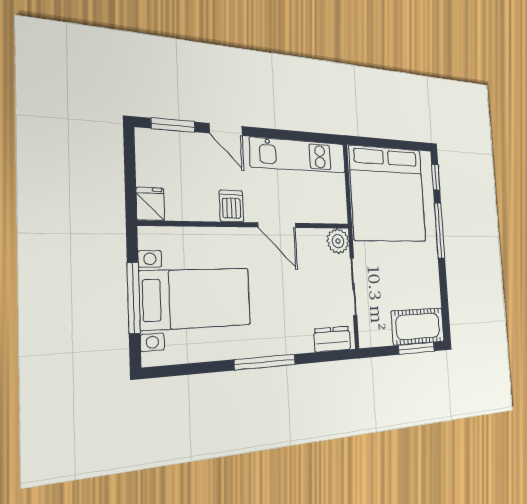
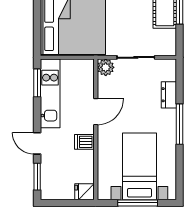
door: (226, 130) -> (37, 143), swing flipped
window: (312, 137) -> (37, 83), added
dresser: (332, 339) -> (169, 95), moved

